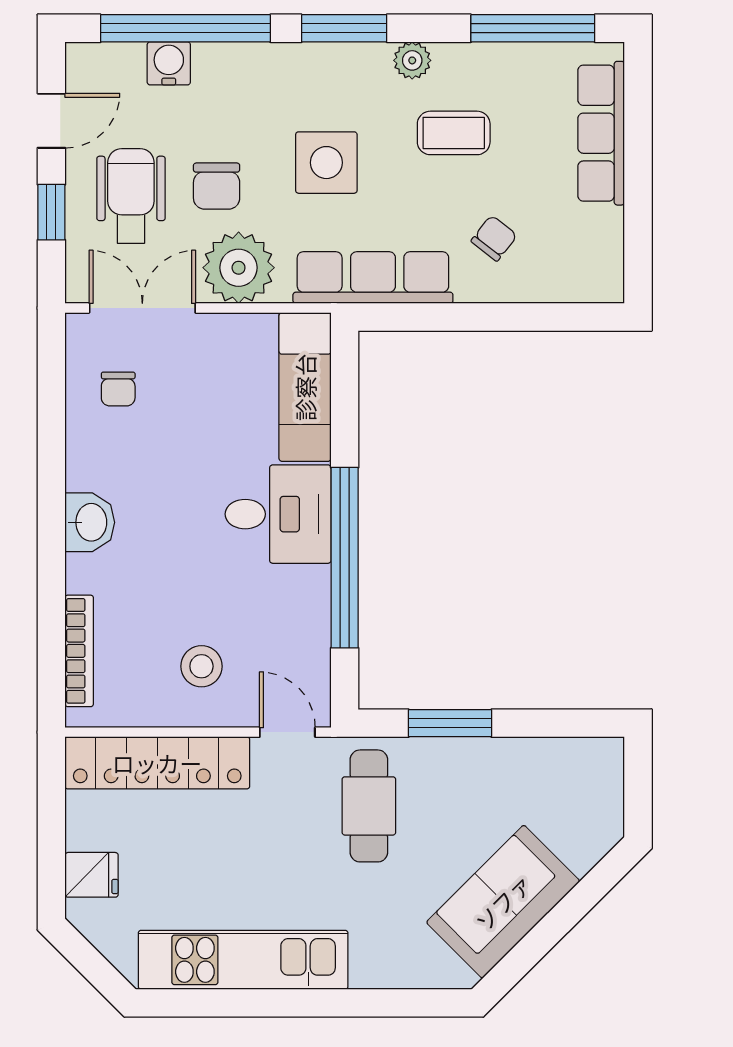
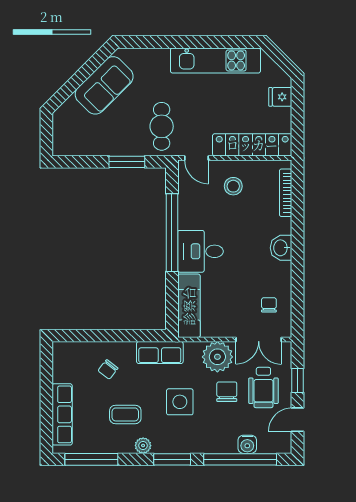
row of seats: (373, 278) -> (160, 353), width x0.68

